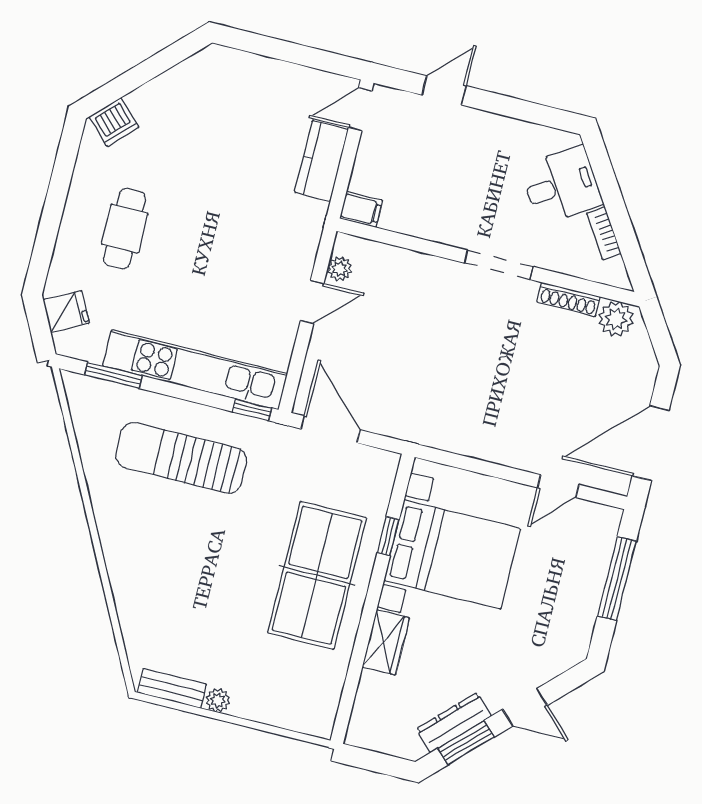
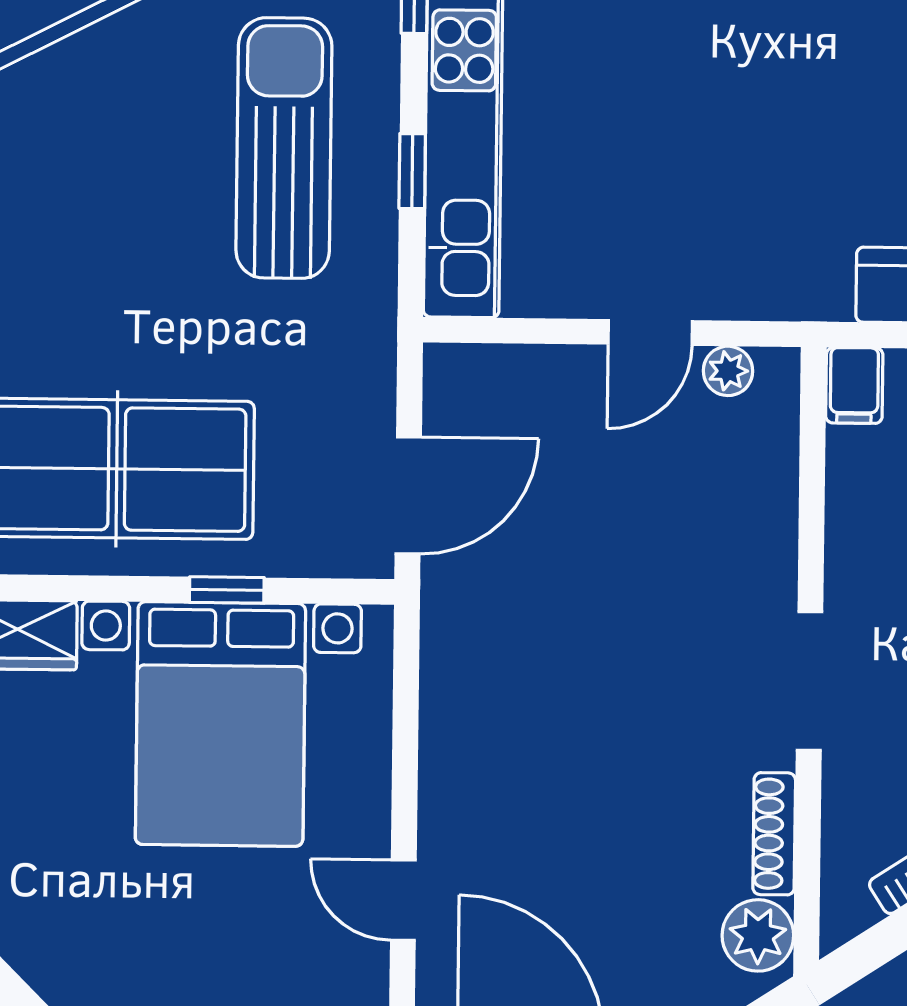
door: (312, 302) -> (650, 332), hinge flipped
window: (252, 410) -> (412, 171), moved
door: (331, 429) -> (408, 495), moved

